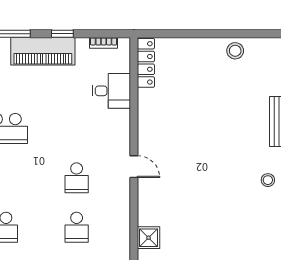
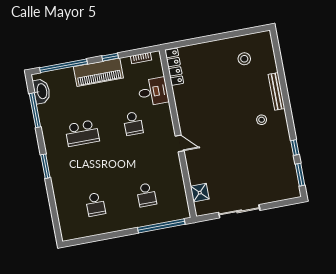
stool: (235, 51) -> (244, 59), moved
school desk: (77, 178) -> (133, 123), moved
stool: (268, 180) -> (262, 120), moved

